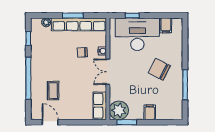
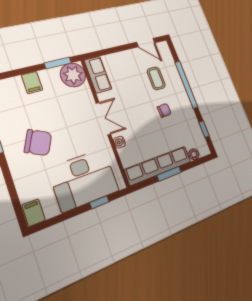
filing cabinet: (166, 25) -> (34, 213), moved
chair: (82, 52) -> (164, 110), moved

